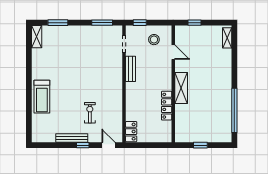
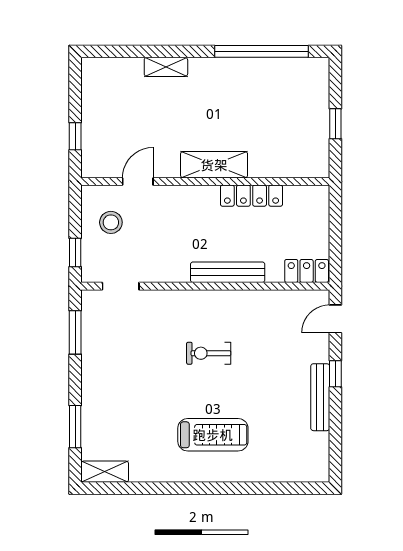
shelving: (227, 38) -> (166, 67), moved
bench: (131, 69) -> (228, 272), moved, width x1.36
treadmill: (42, 97) -> (213, 435), moved
exercise bike: (90, 113) -> (209, 353), moved

